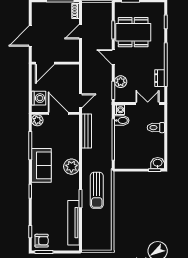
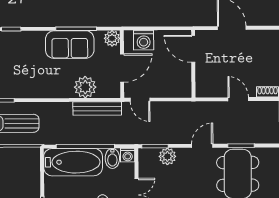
bathtub: (124, 148) -> (73, 162), added
sofa: (41, 165) -> (70, 45), moved
plant: (71, 167) -> (85, 87), moved

